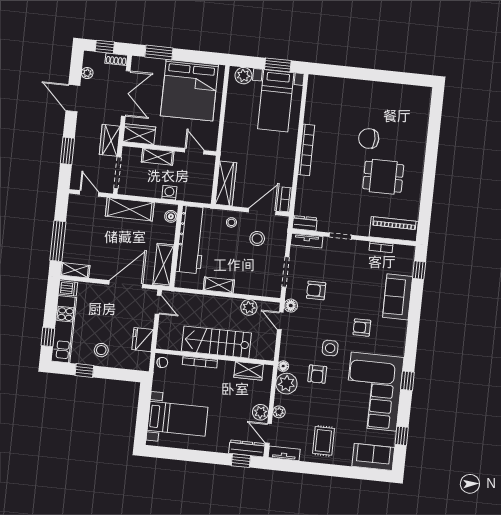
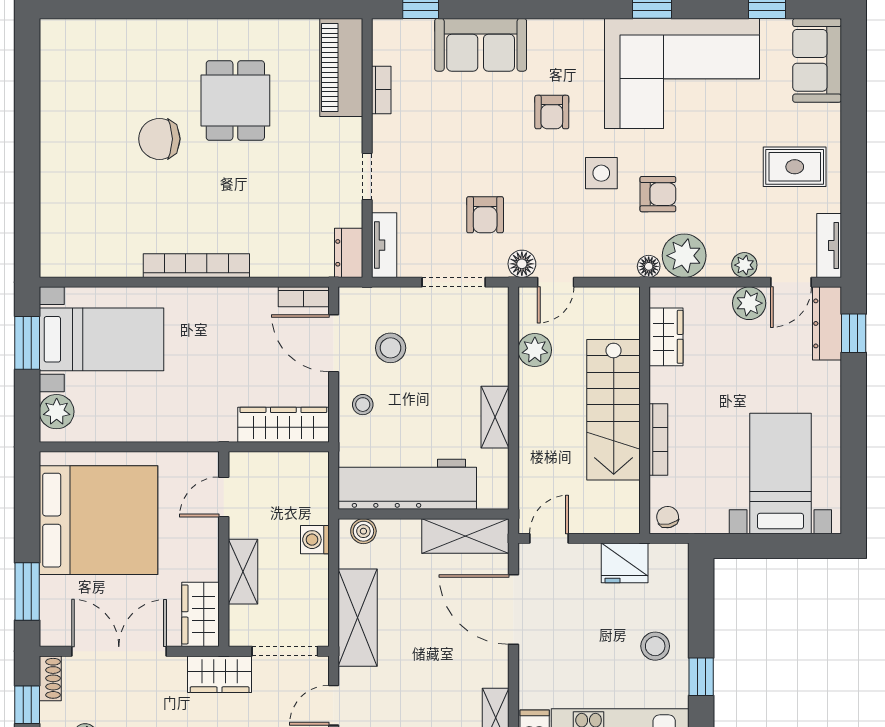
chair: (369, 138) -> (159, 139), turned 90

